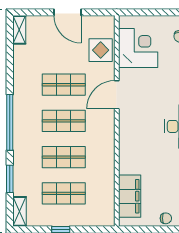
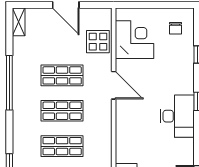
door: (117, 95) -> (114, 85), swing flipped
window: (10, 122) -> (9, 83), moved

